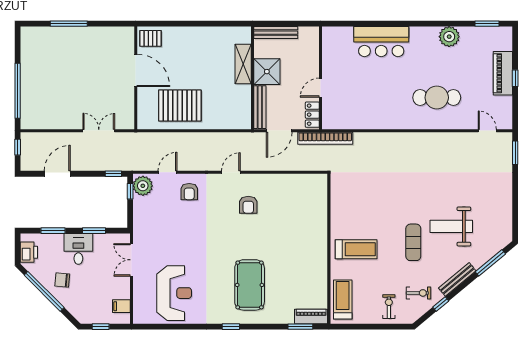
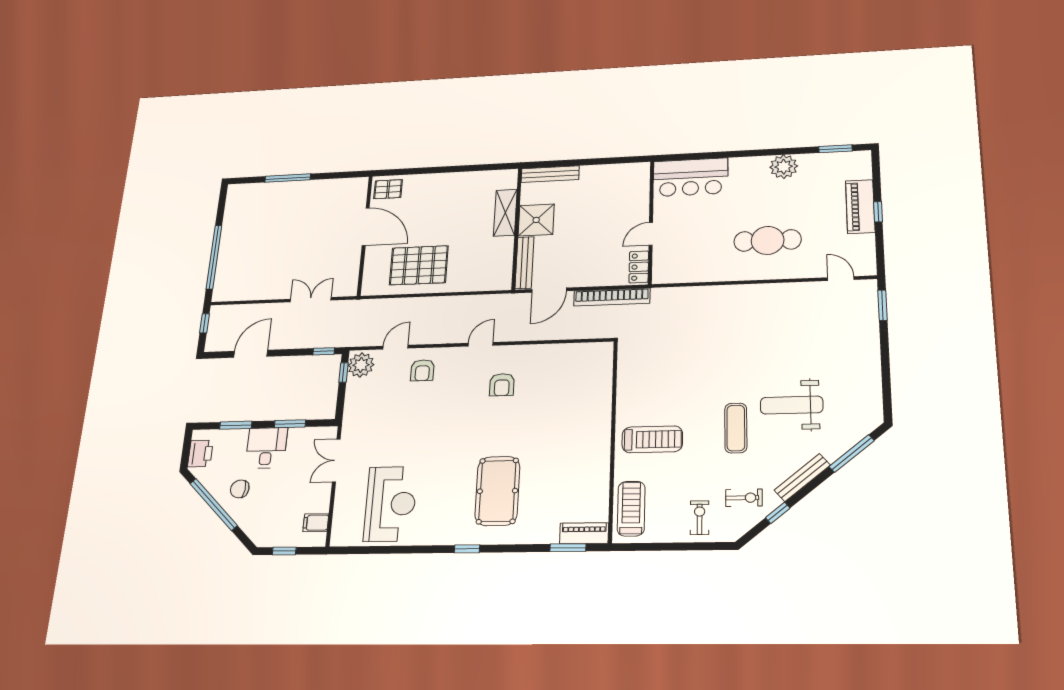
wall: (321, 78) -> (651, 222), moved
door: (321, 88) -> (651, 234), moved
locker: (312, 115) -> (639, 267), moved

